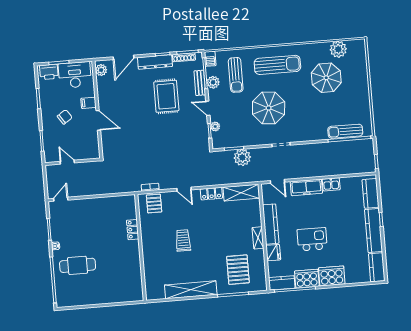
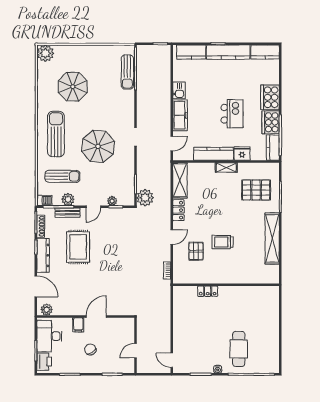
plant: (338, 49) -> (45, 53), moved
rug: (166, 96) -> (78, 247), turned 90
plant: (242, 157) -> (145, 198), moved
pallet: (154, 203) -> (196, 251), moved, turned 90
kitchen island: (312, 239) -> (232, 114), turned 180

